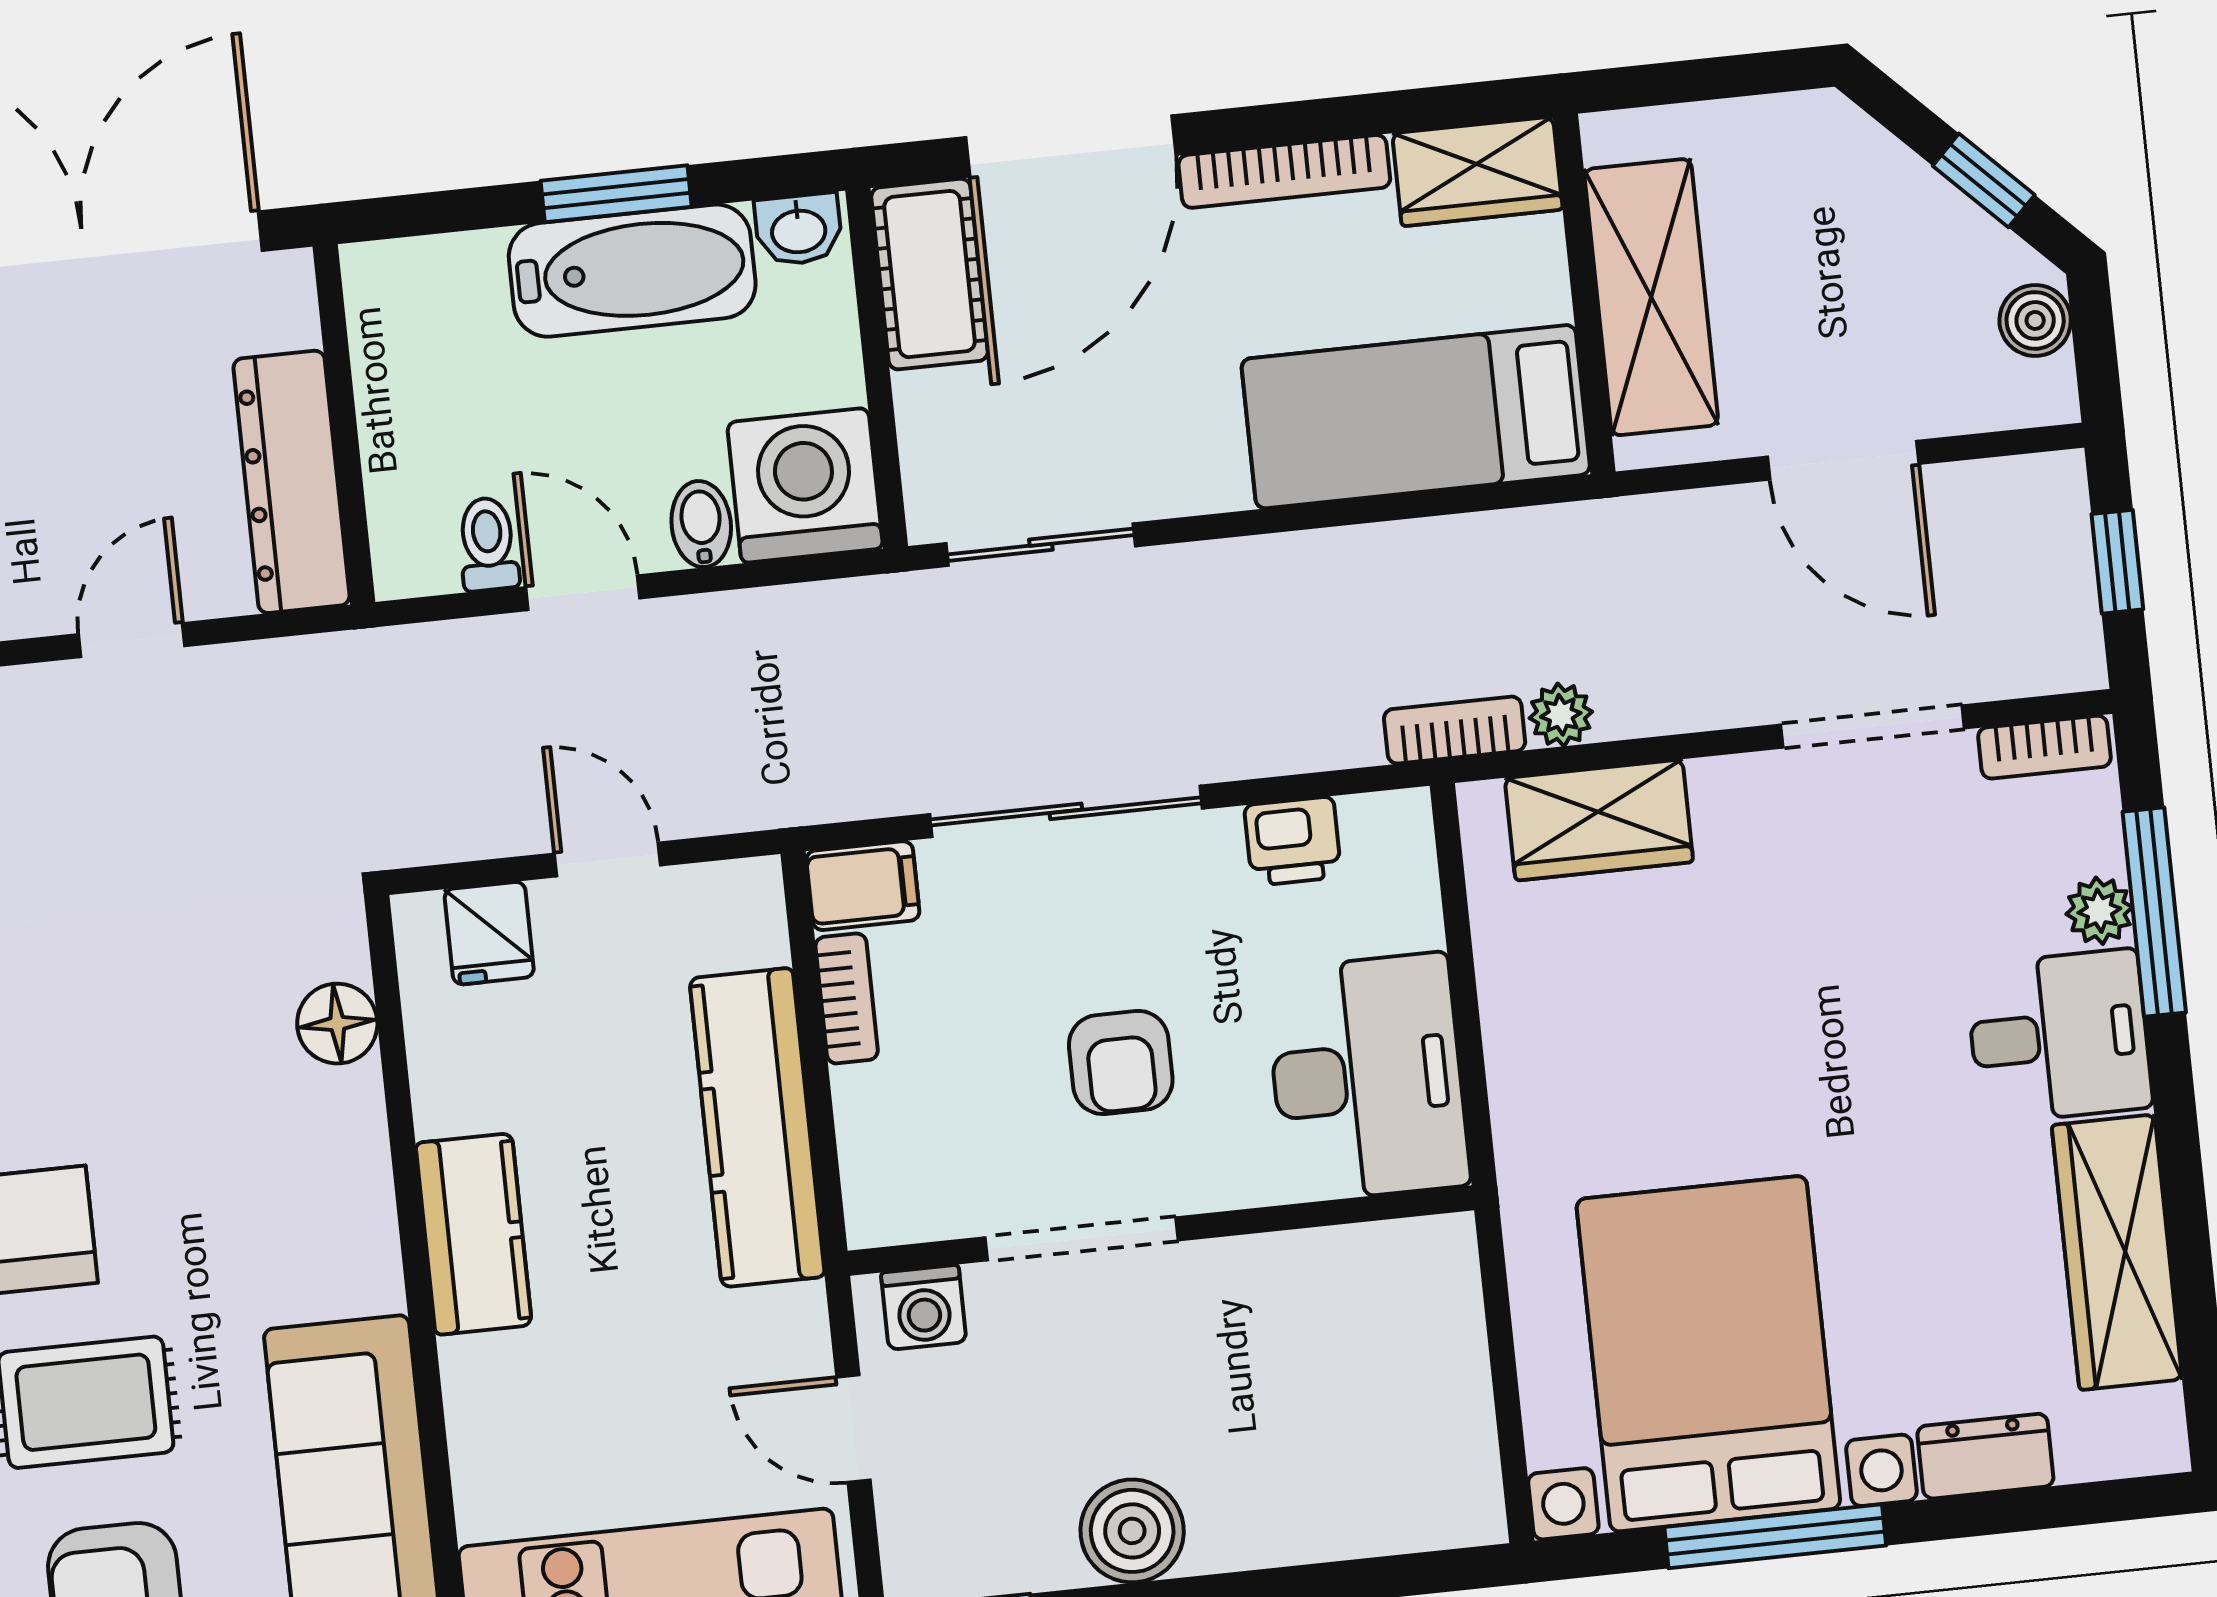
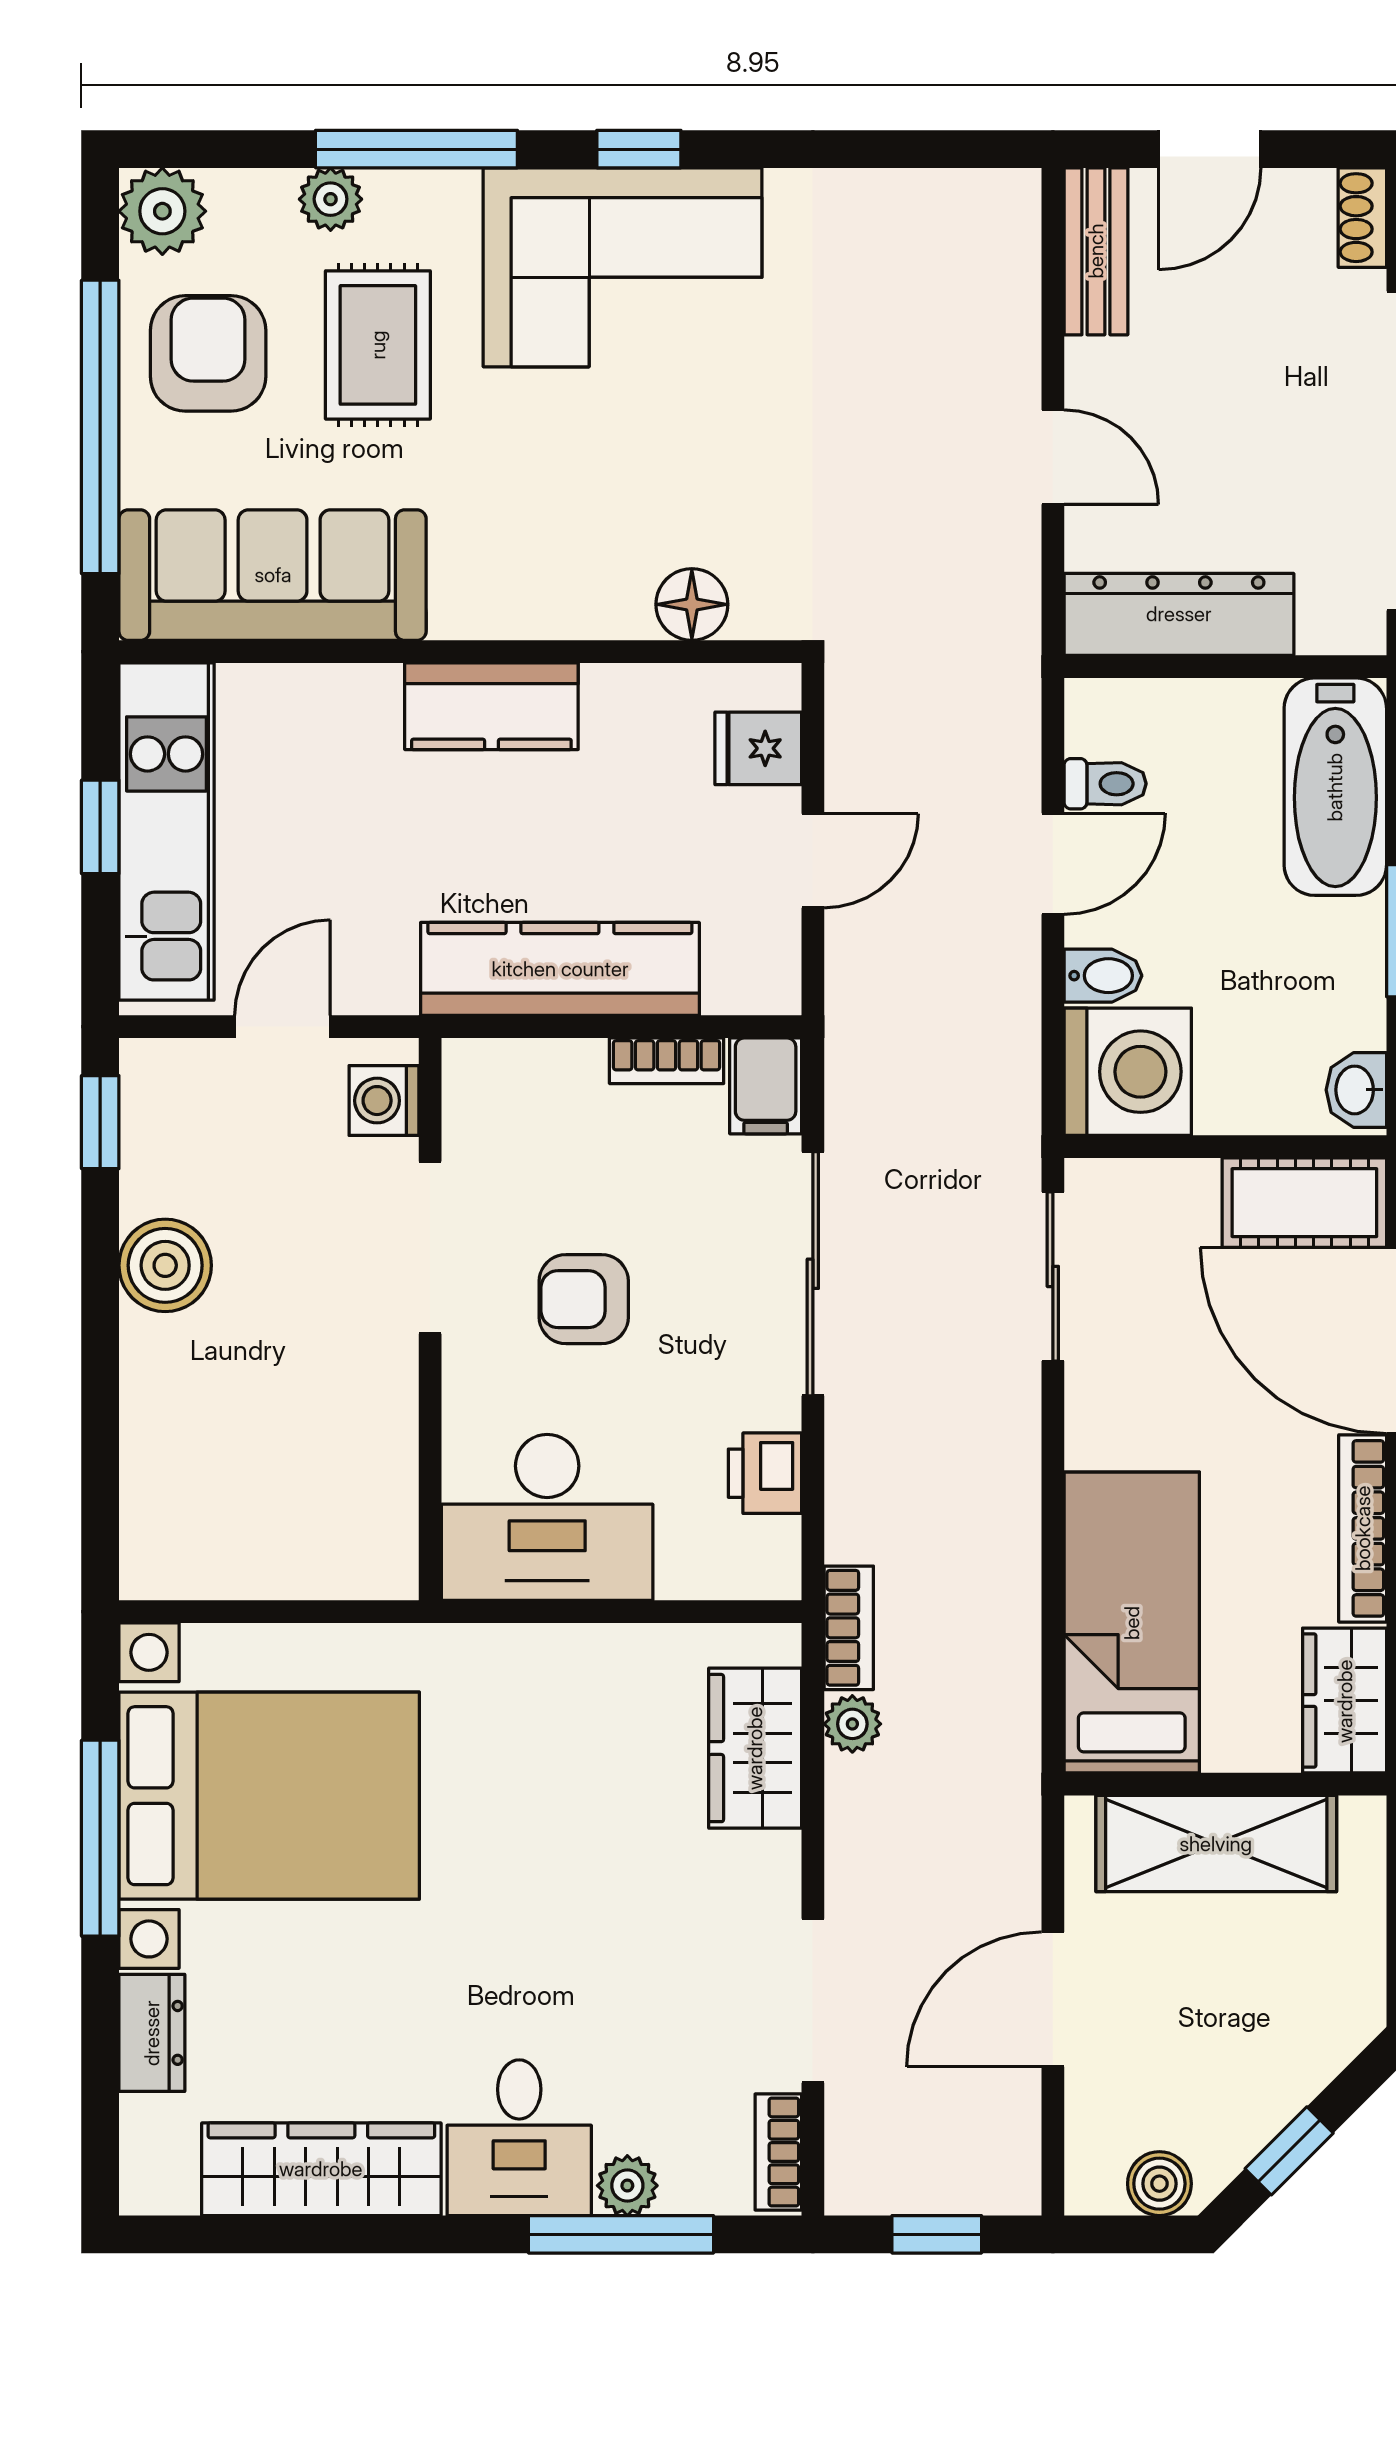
bathtub: (632, 271) -> (1335, 787), moved

